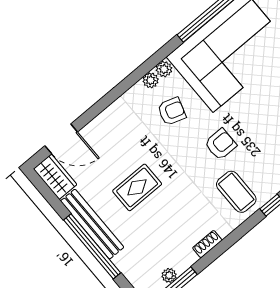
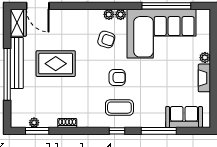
rug: (137, 187) -> (56, 64), width x1.36, depth x1.43
coffee table: (236, 192) -> (119, 108), moved, turned 90

